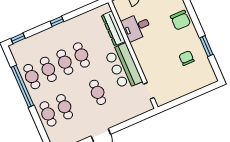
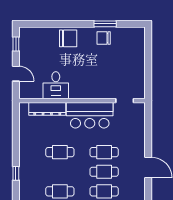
window: (57, 21) -> (16, 173), moved
chair: (187, 58) -> (104, 38), moved
cafe table: (65, 62) -> (104, 172), moved

